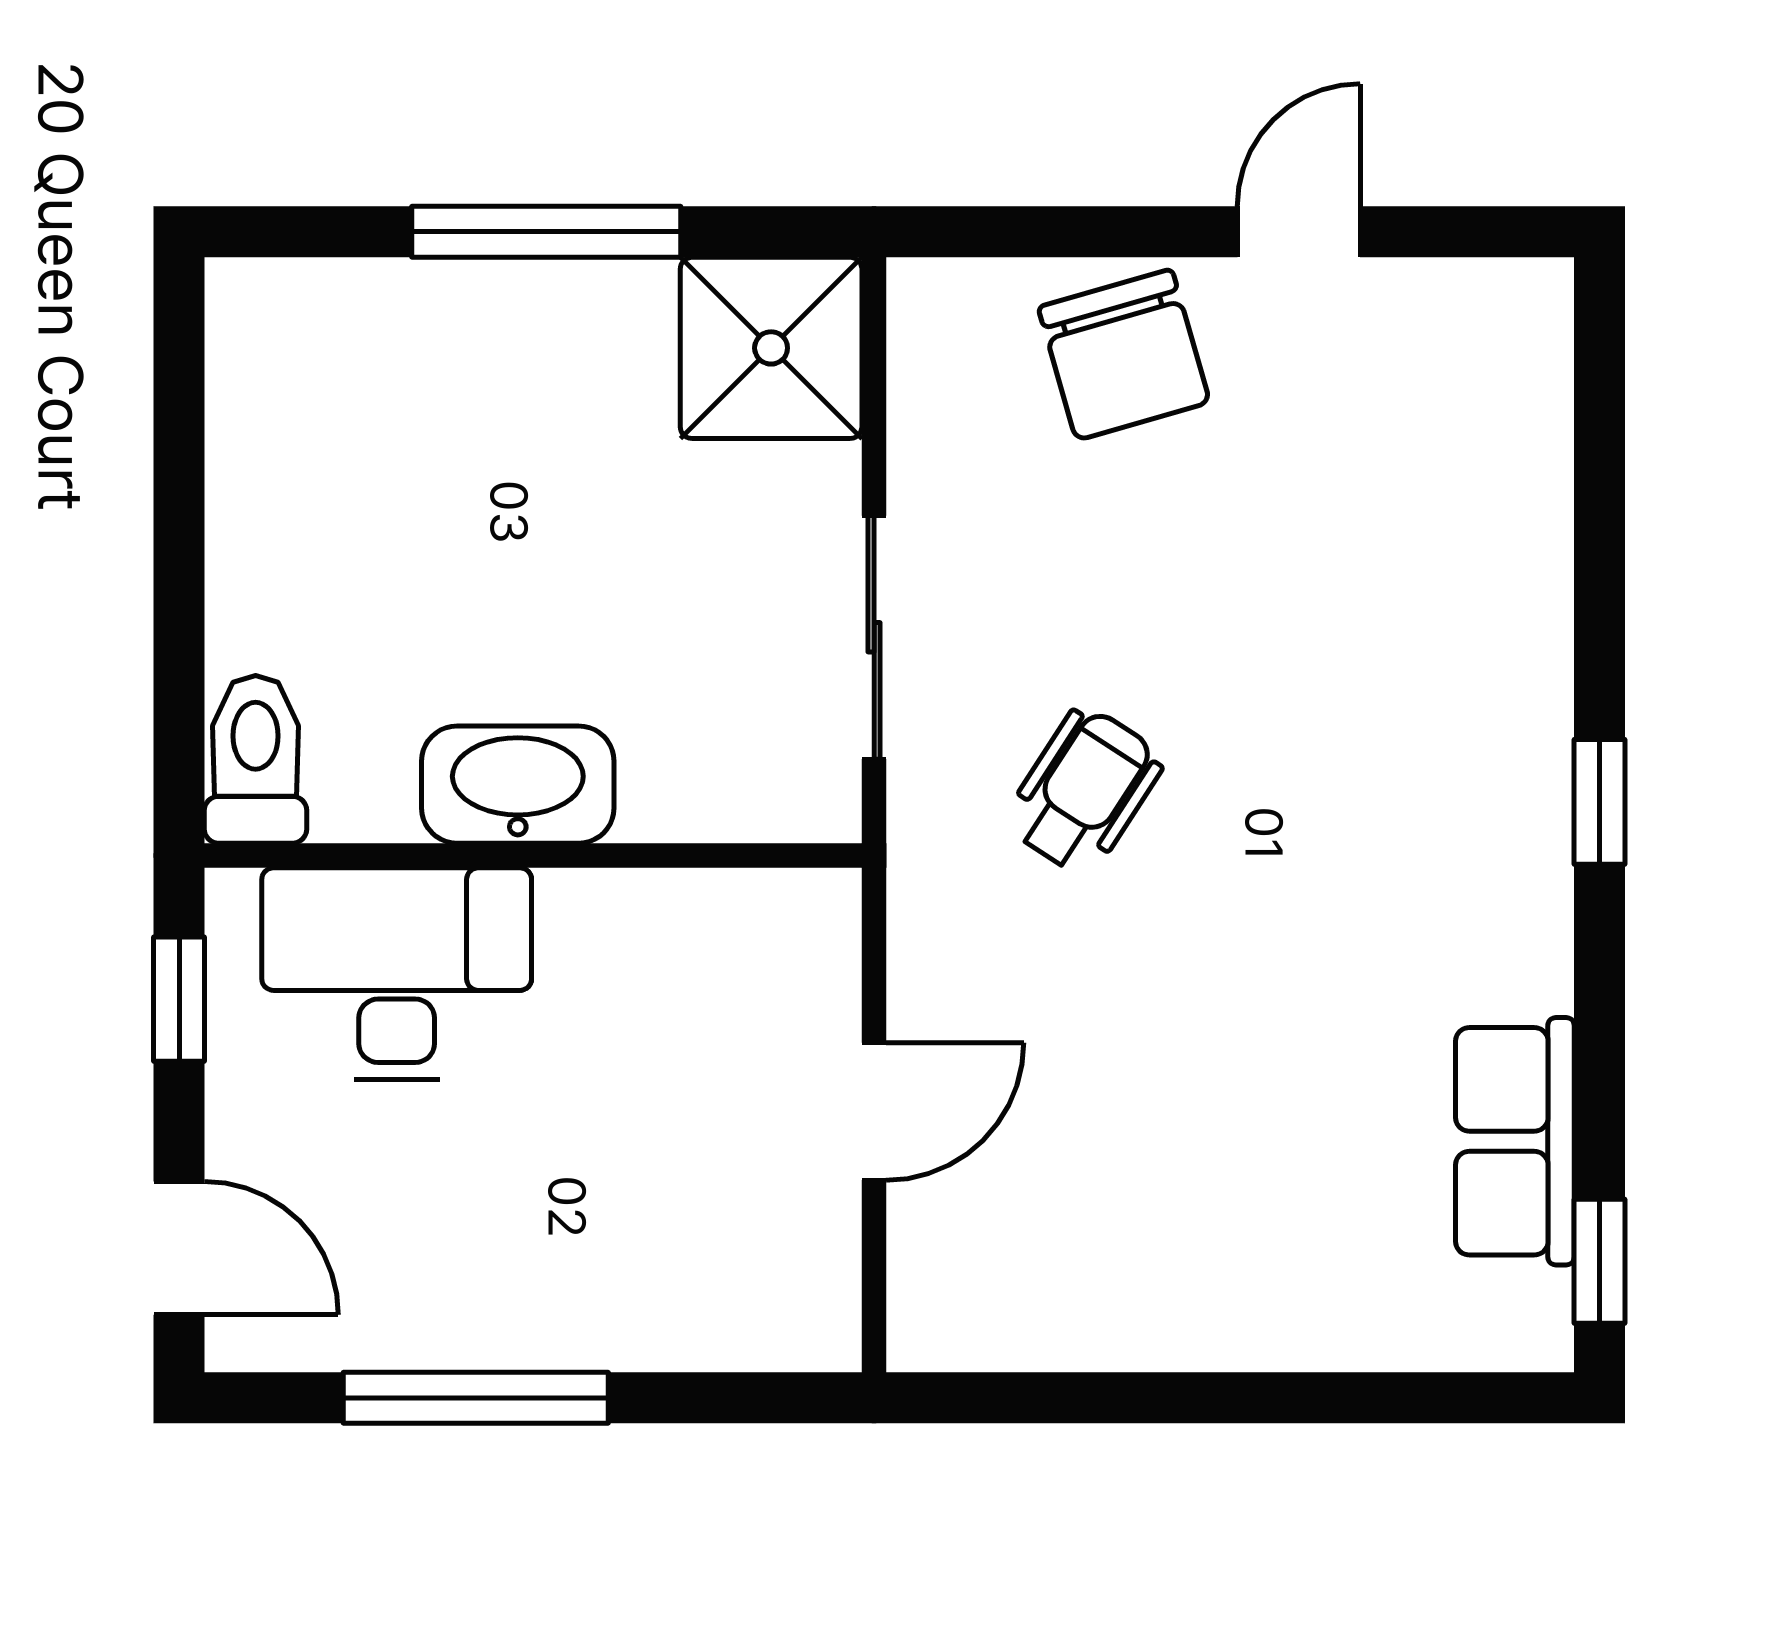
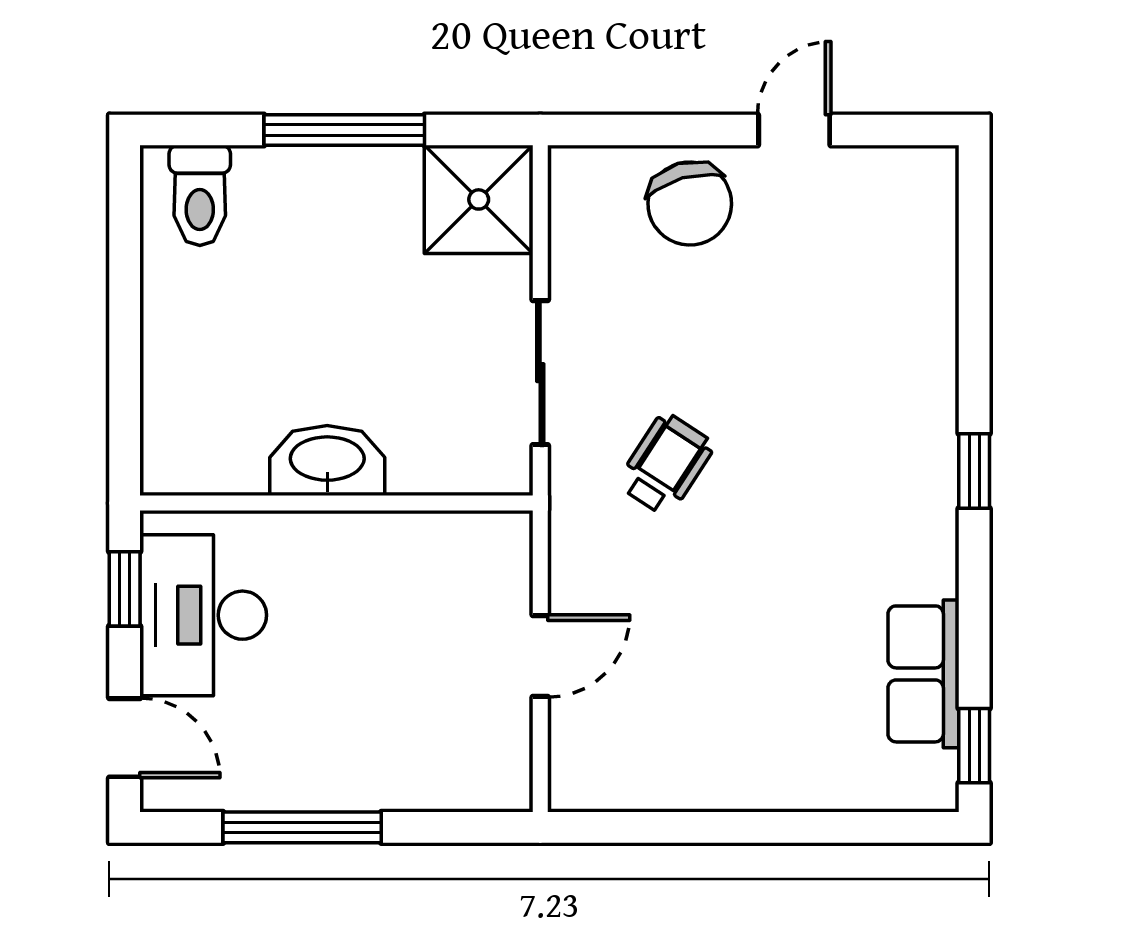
toilet: (256, 759) -> (200, 195), moved, turned 180
desk: (397, 974) -> (203, 615), moved, turned -90

